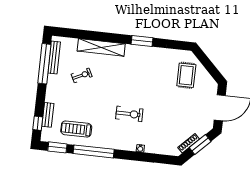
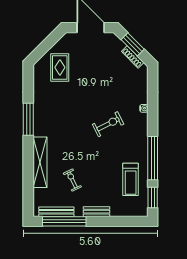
window: (142, 41) -> (28, 119), width x1.44
rug: (186, 75) -> (60, 67), turned 90
exercise bike: (129, 114) -> (108, 124), turned 63
bench: (48, 115) -> (96, 212), moved
window: (38, 123) -> (129, 221), removed

